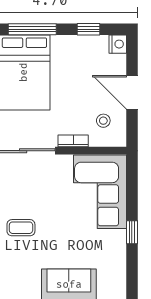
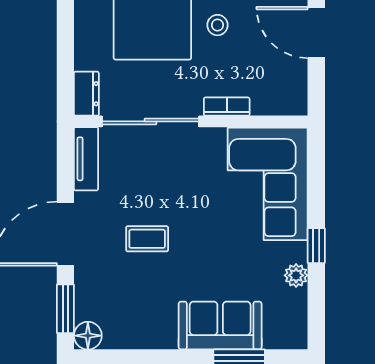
stool: (103, 121) -> (217, 25), moved
plant: (119, 252) -> (296, 275), added

